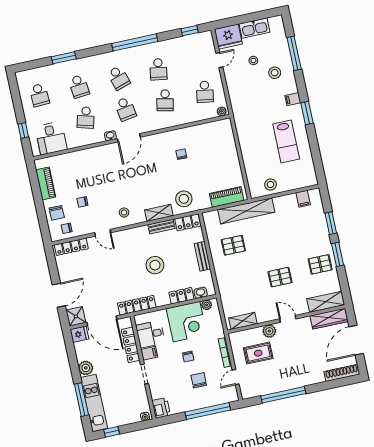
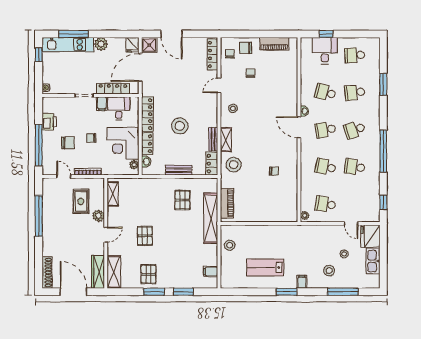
desk: (51, 138) -> (325, 51), moved, turned 90
locker: (137, 305) -> (147, 114), moved
printer: (161, 408) -> (49, 122), moved, turned -90

